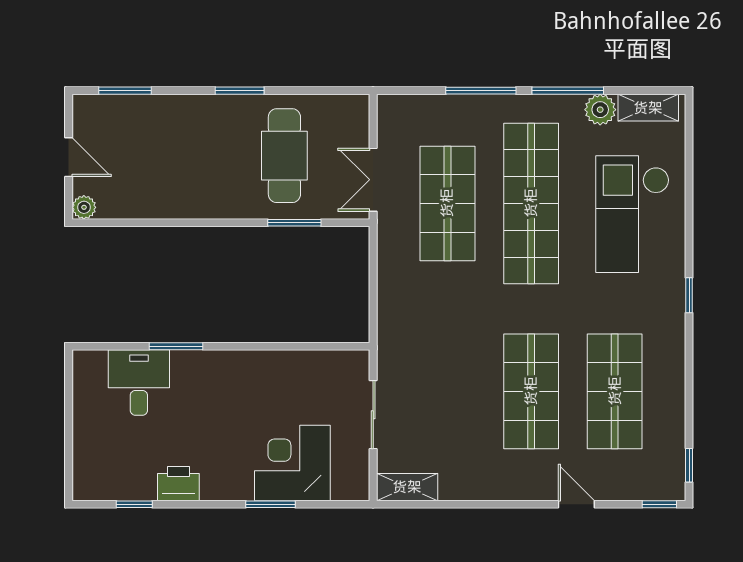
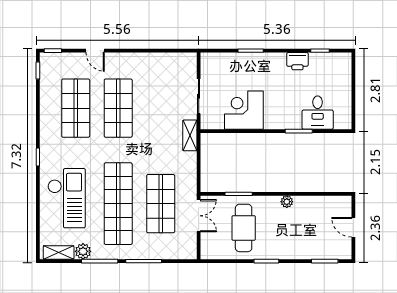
plant: (84, 207) -> (287, 202), moved
corner desk: (292, 463) -> (244, 110), moved, turned 180
shelving: (407, 487) -> (190, 135), moved, turned 90

